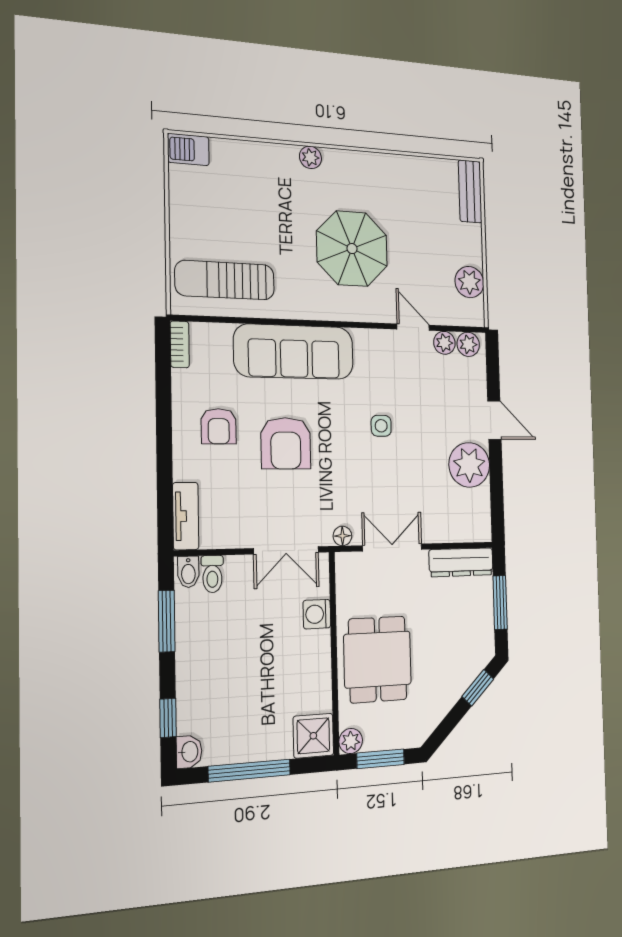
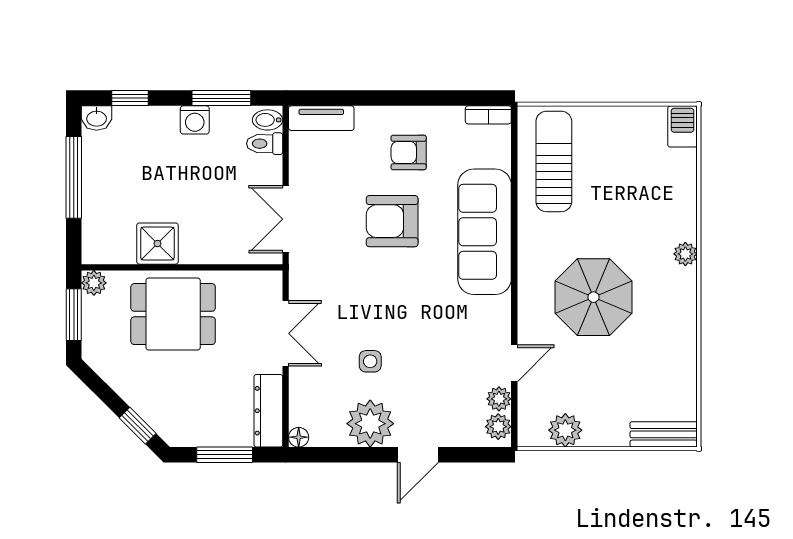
side table: (381, 426) -> (370, 361), moved
floor lamp: (342, 536) -> (299, 437), moved
washing machine: (317, 614) -> (195, 120), moved, turned 180
shower: (313, 736) -> (157, 244), moved

